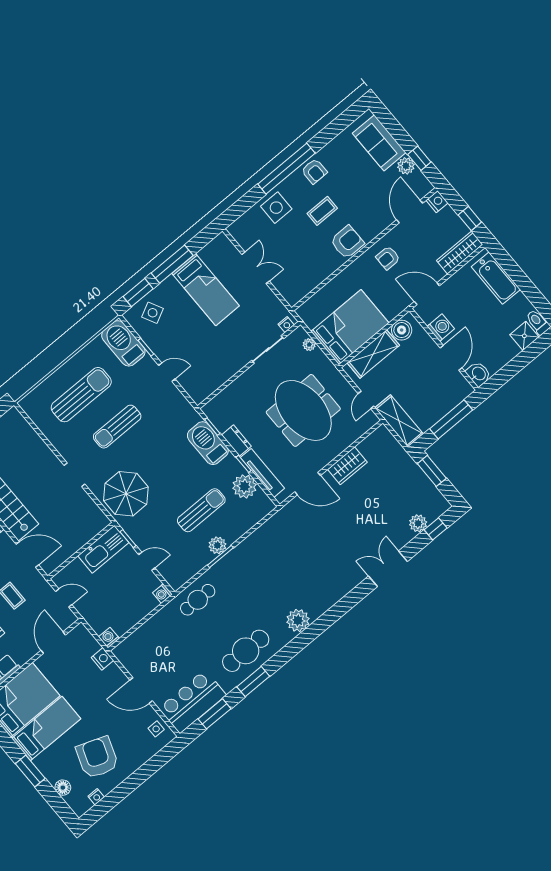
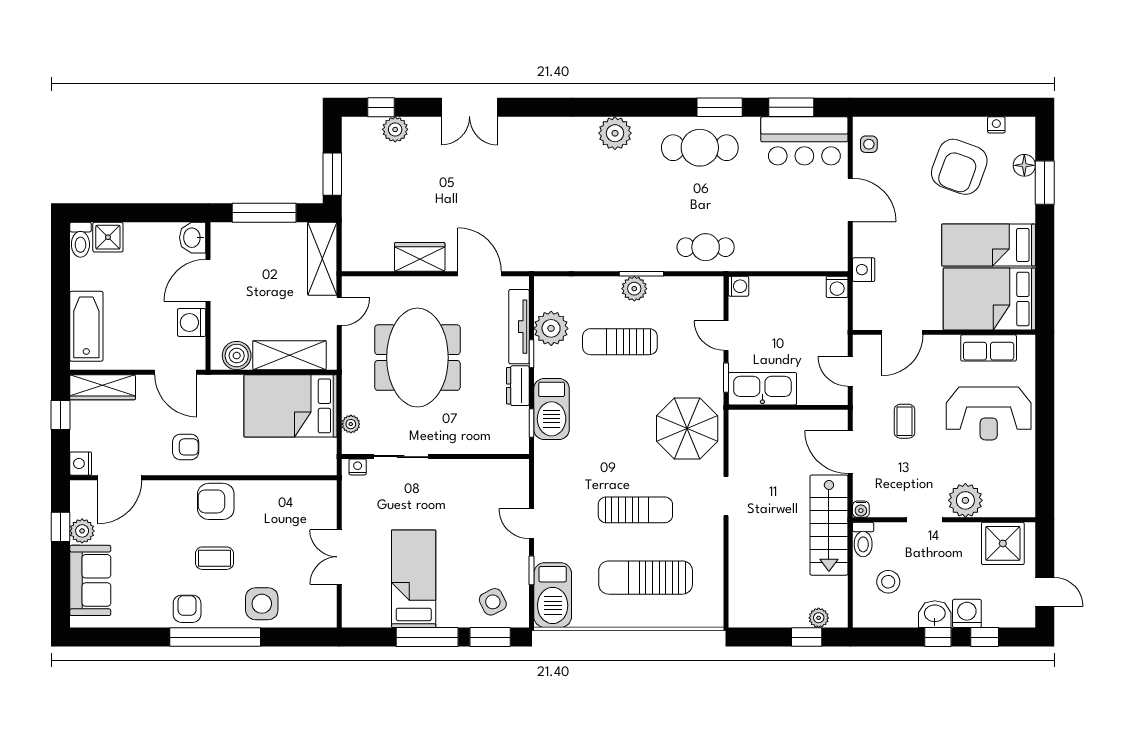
window: (30, 771) -> (1045, 183), moved

